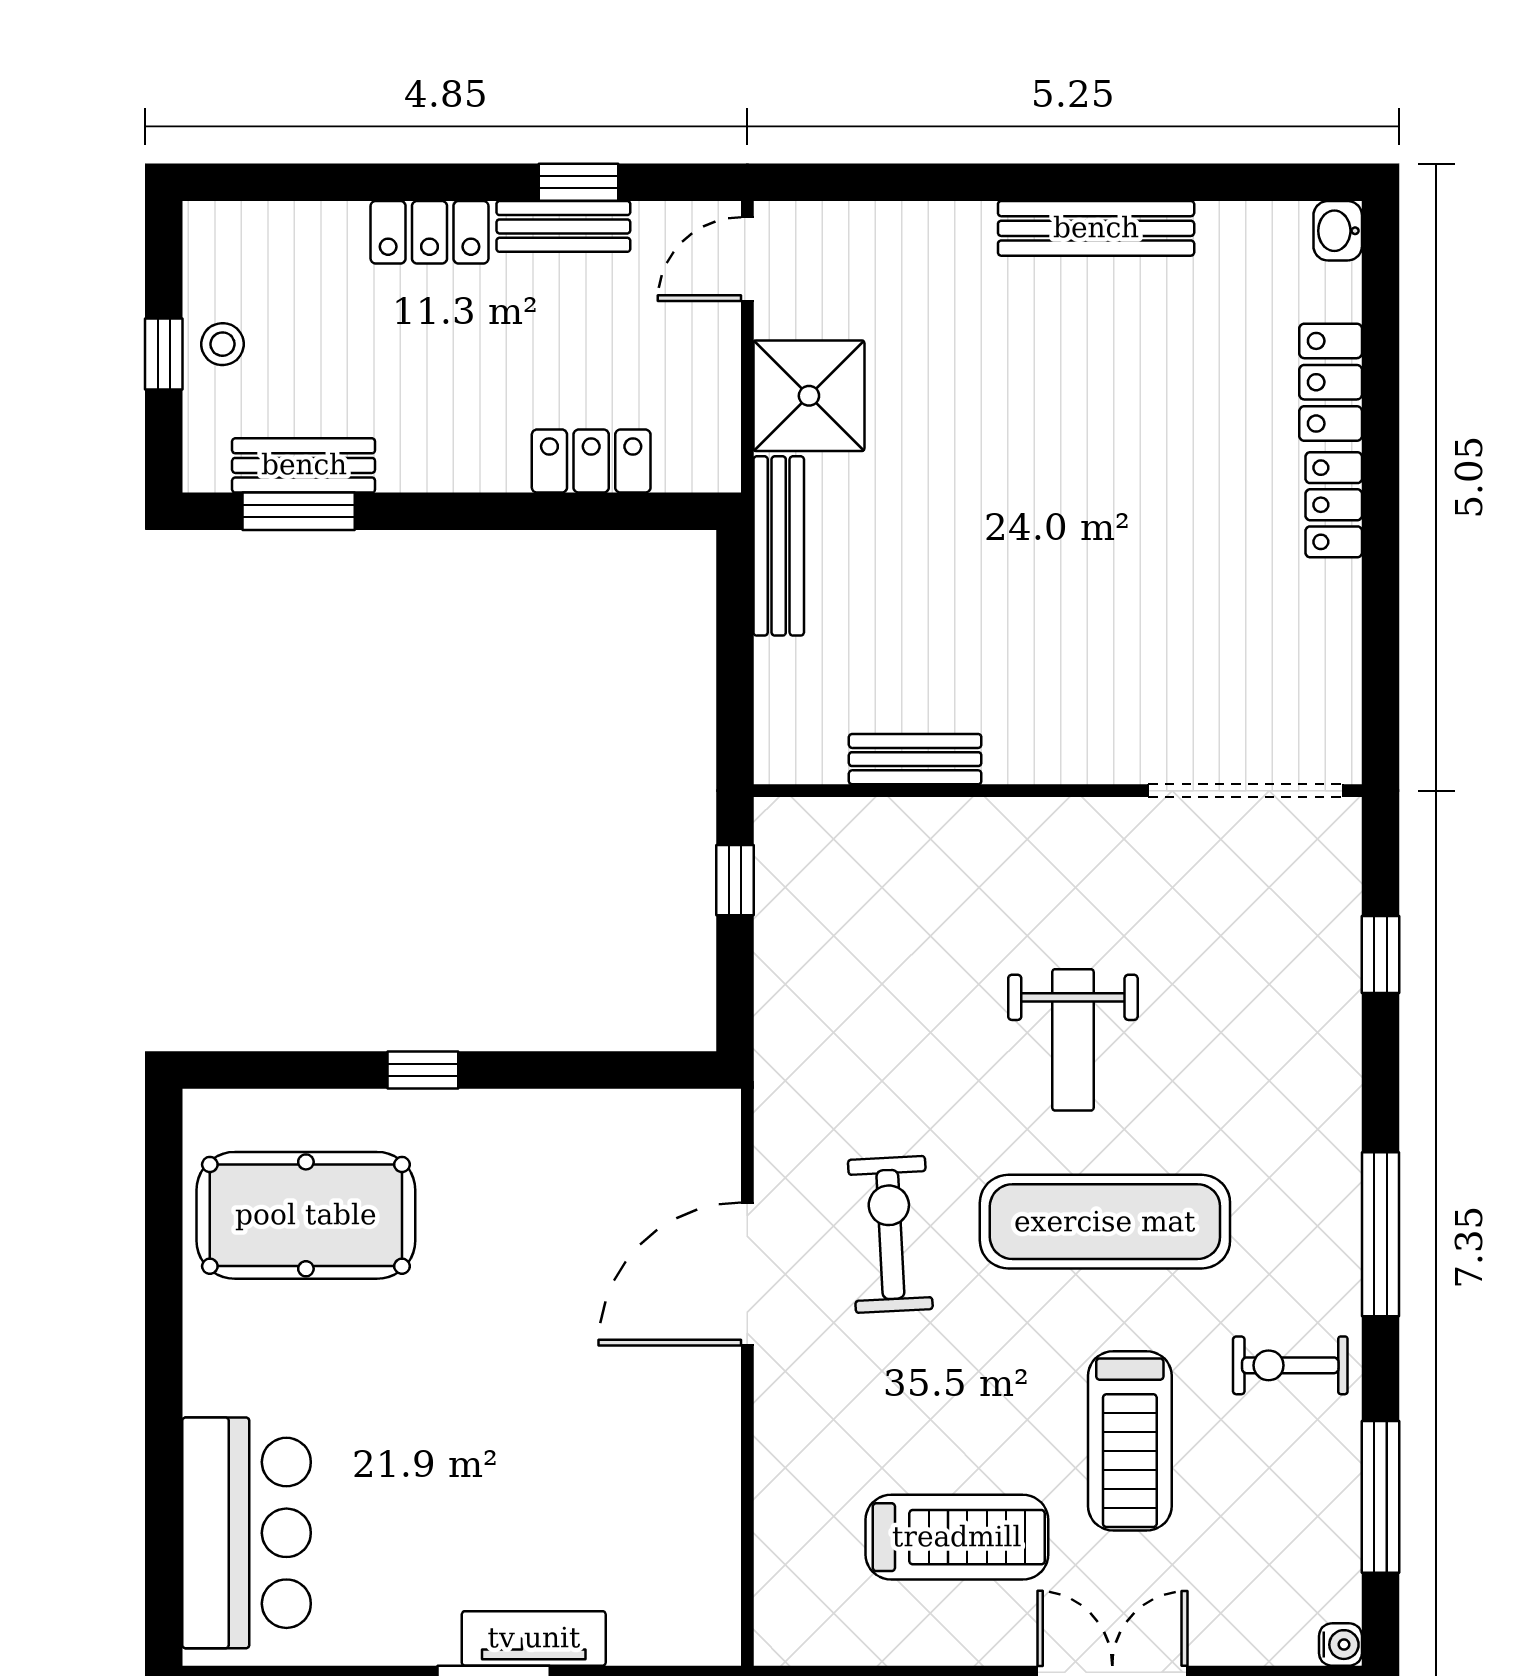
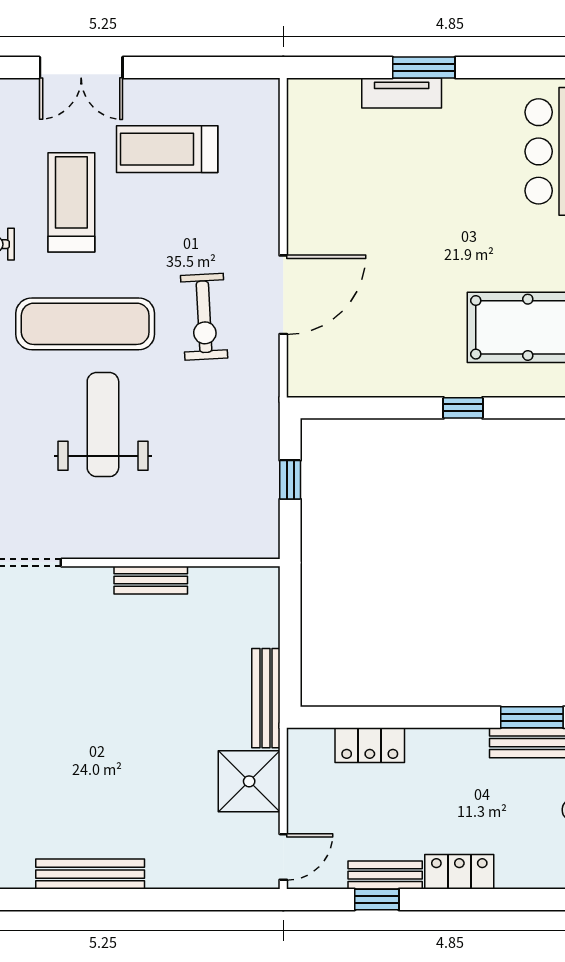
bench: (915, 759) -> (151, 580), moved
window: (735, 880) -> (290, 480), moved
weight bench: (1073, 1040) -> (103, 425), width x1.36, depth x1.33

